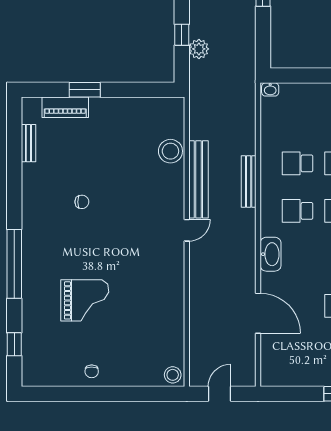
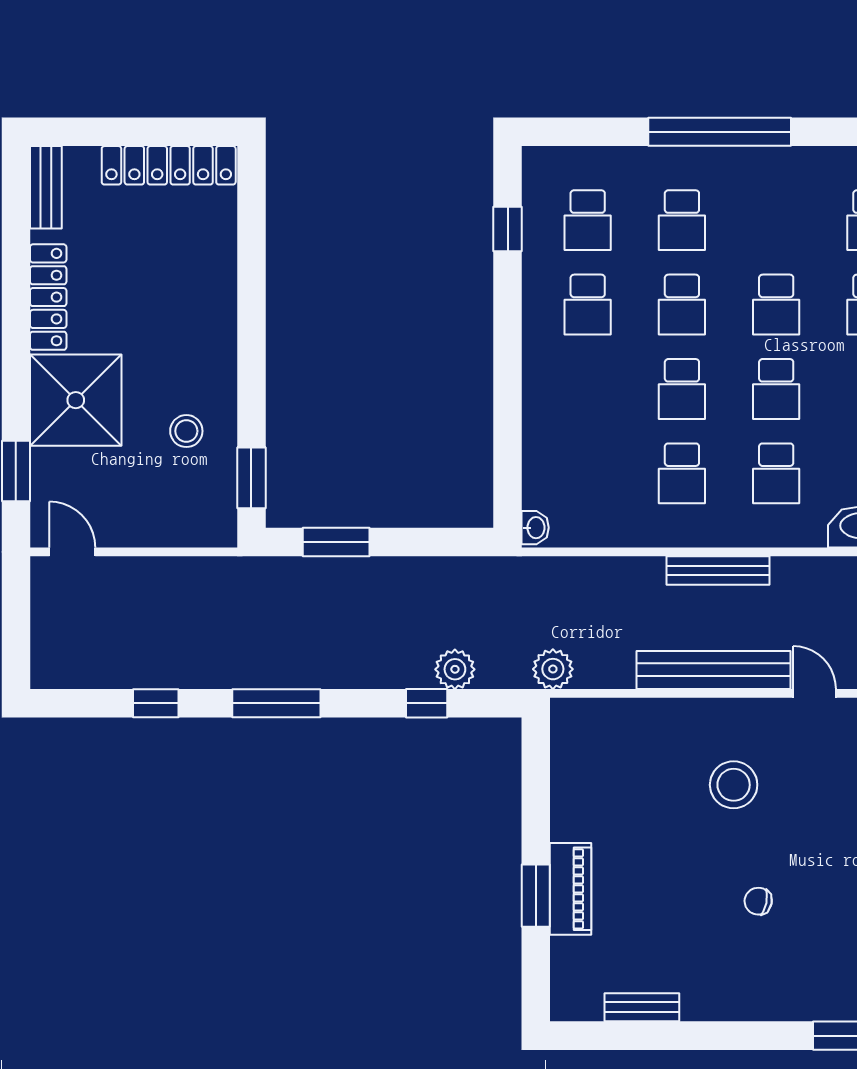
plant: (199, 98) -> (553, 669), added
piano: (65, 107) -> (571, 889), moved
stool: (170, 151) -> (734, 785), moved
chair: (82, 202) -> (758, 901), turned -79

